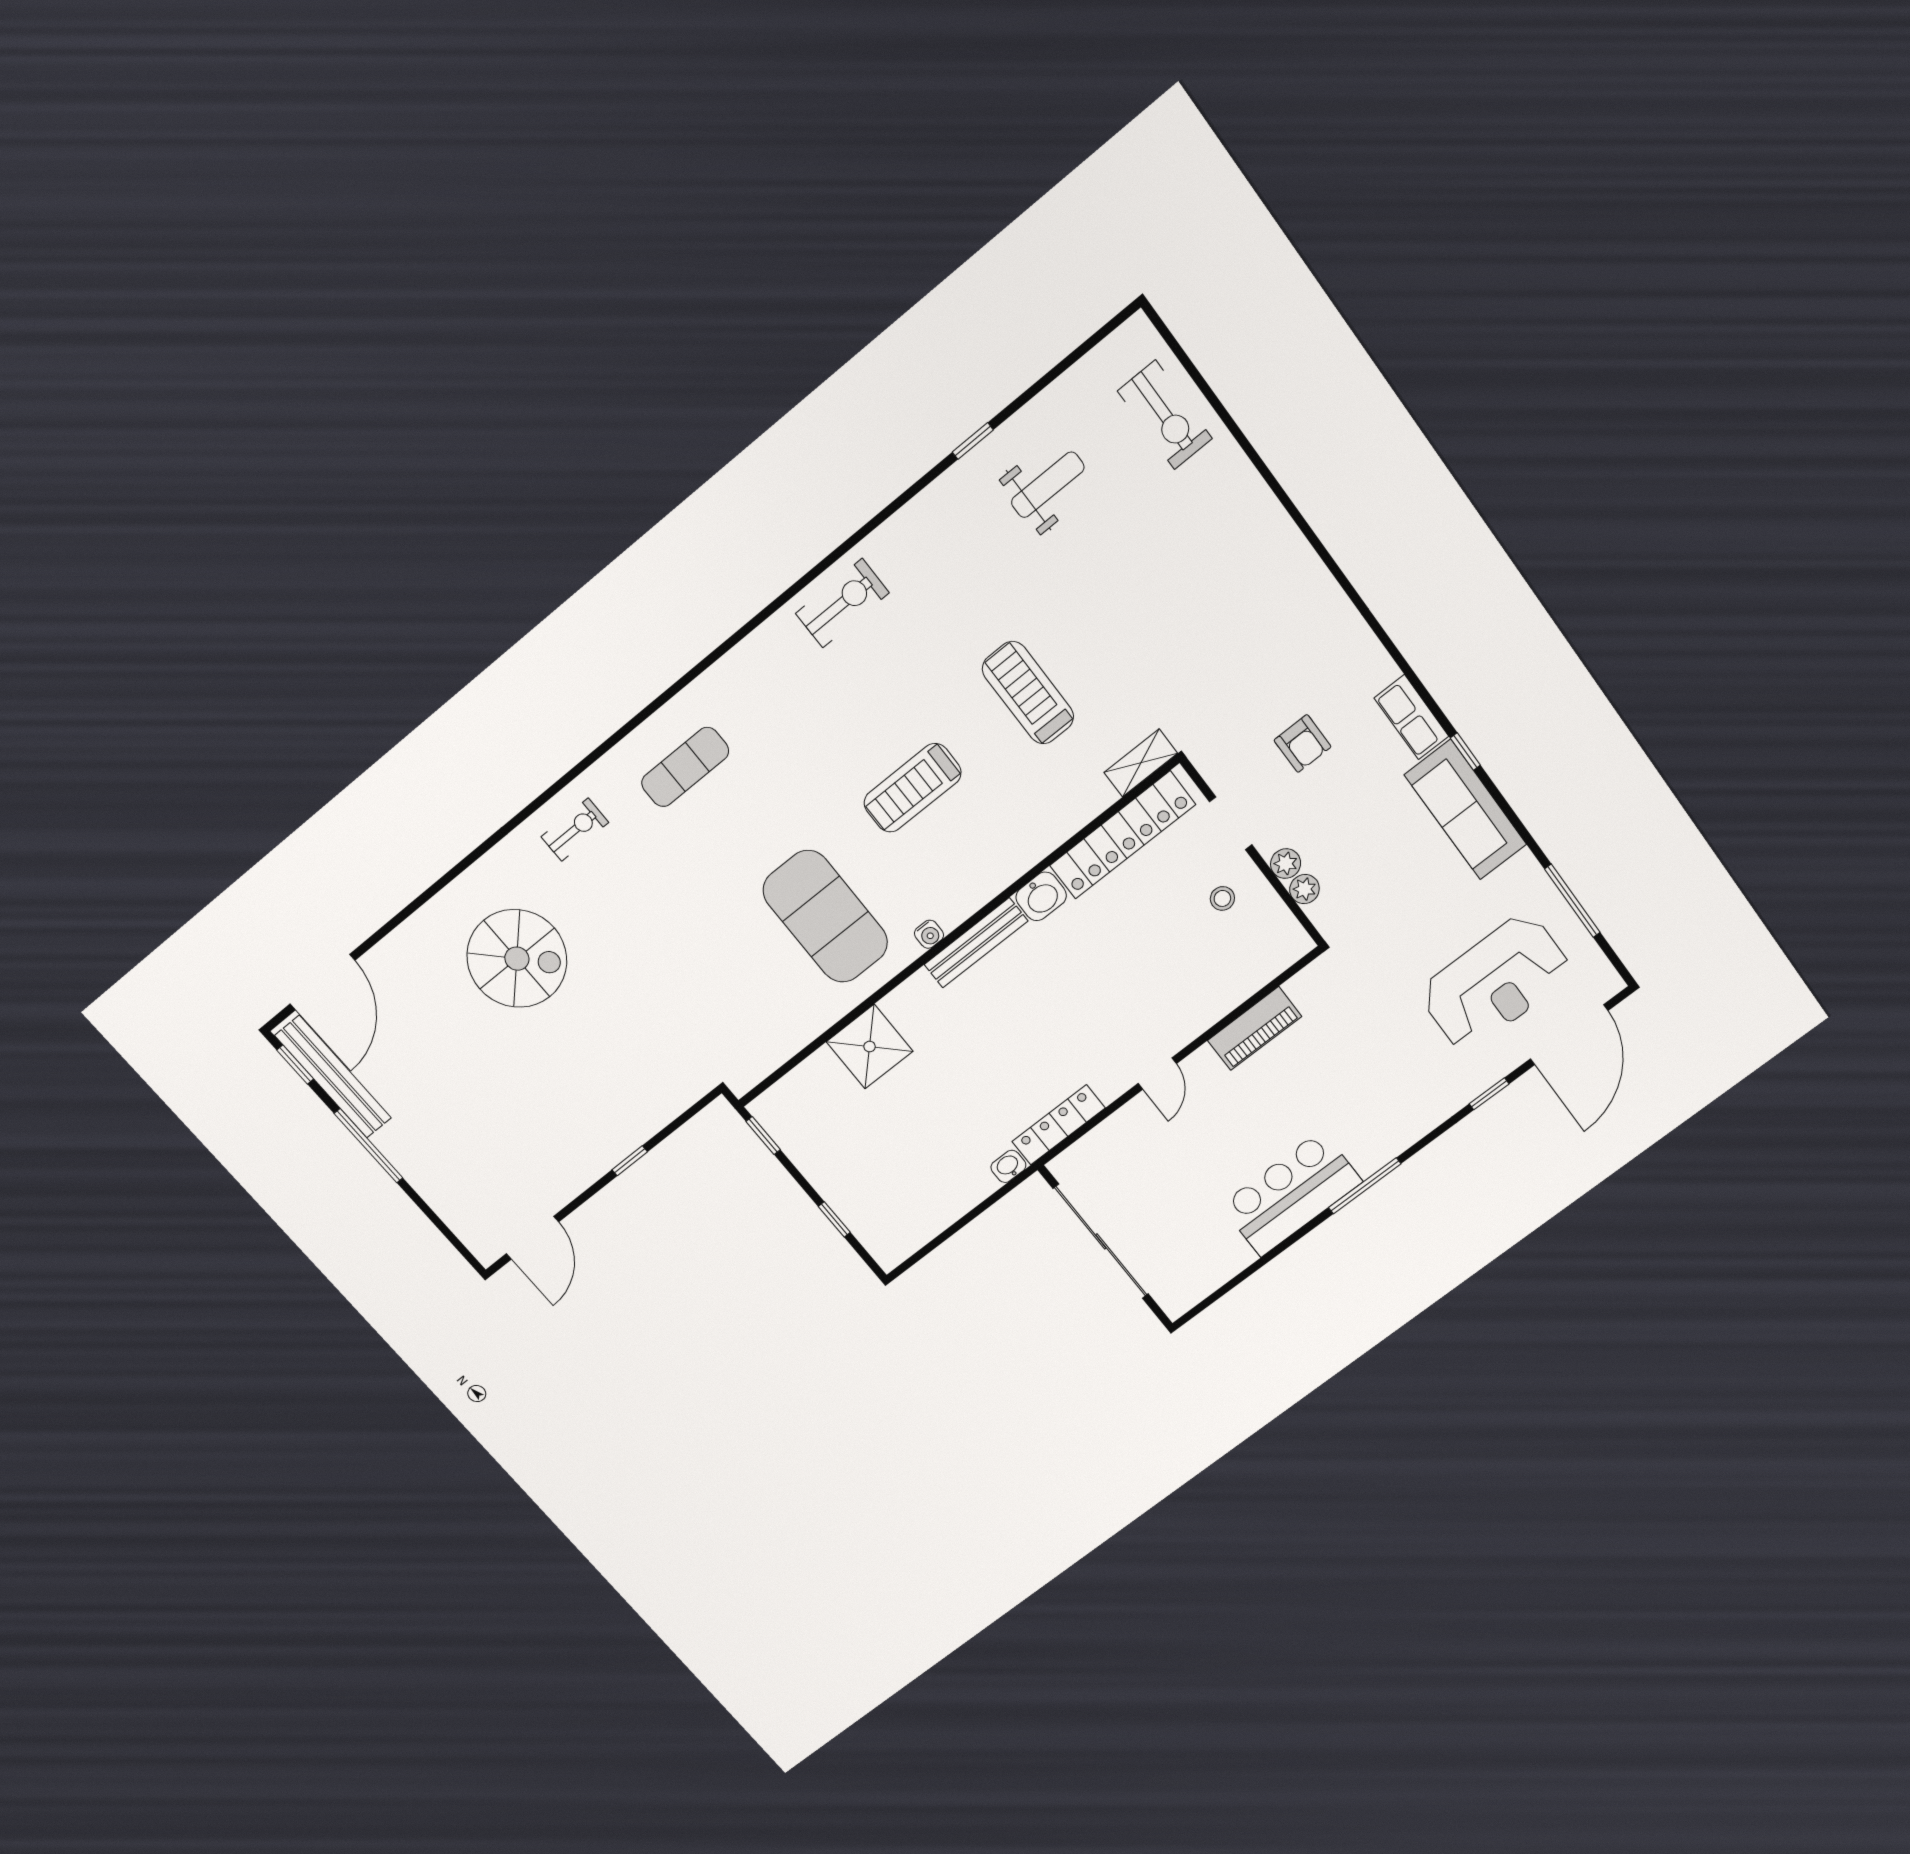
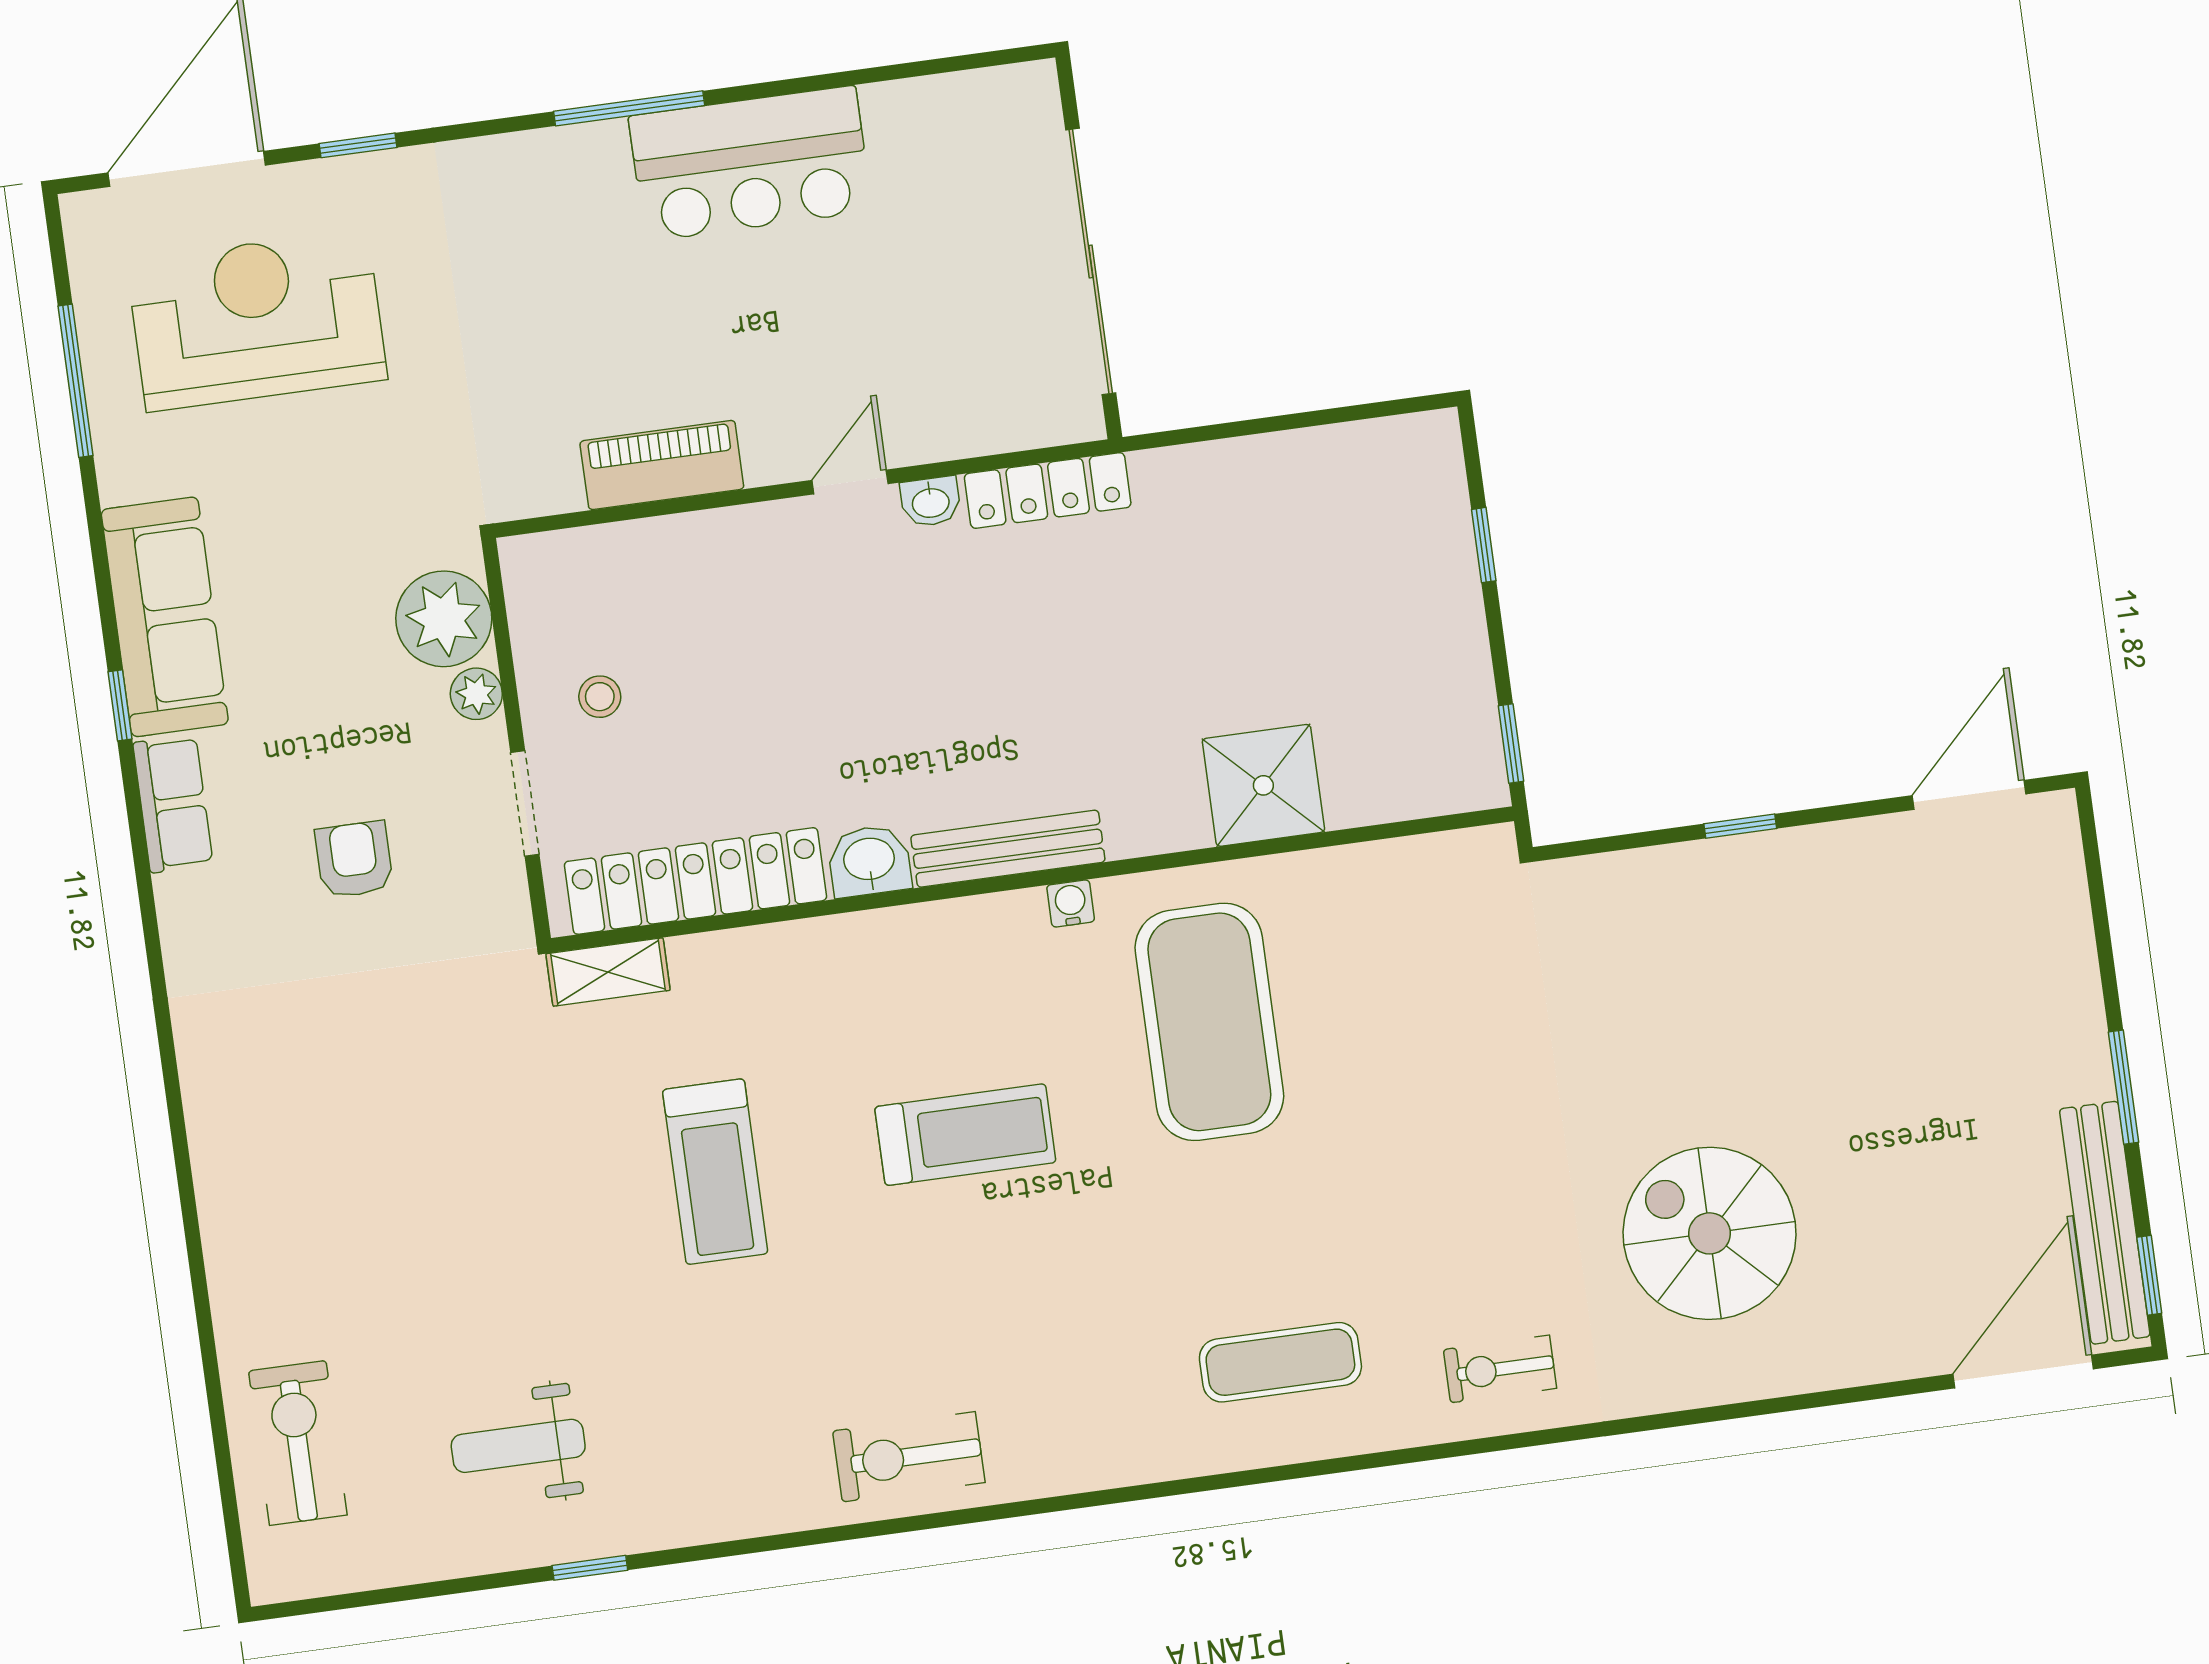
plant: (1304, 889) -> (444, 619), width x1.87, depth x1.87
window: (369, 1146) -> (2124, 1087), width x0.69
washbasin: (1008, 1166) -> (931, 502), moved

